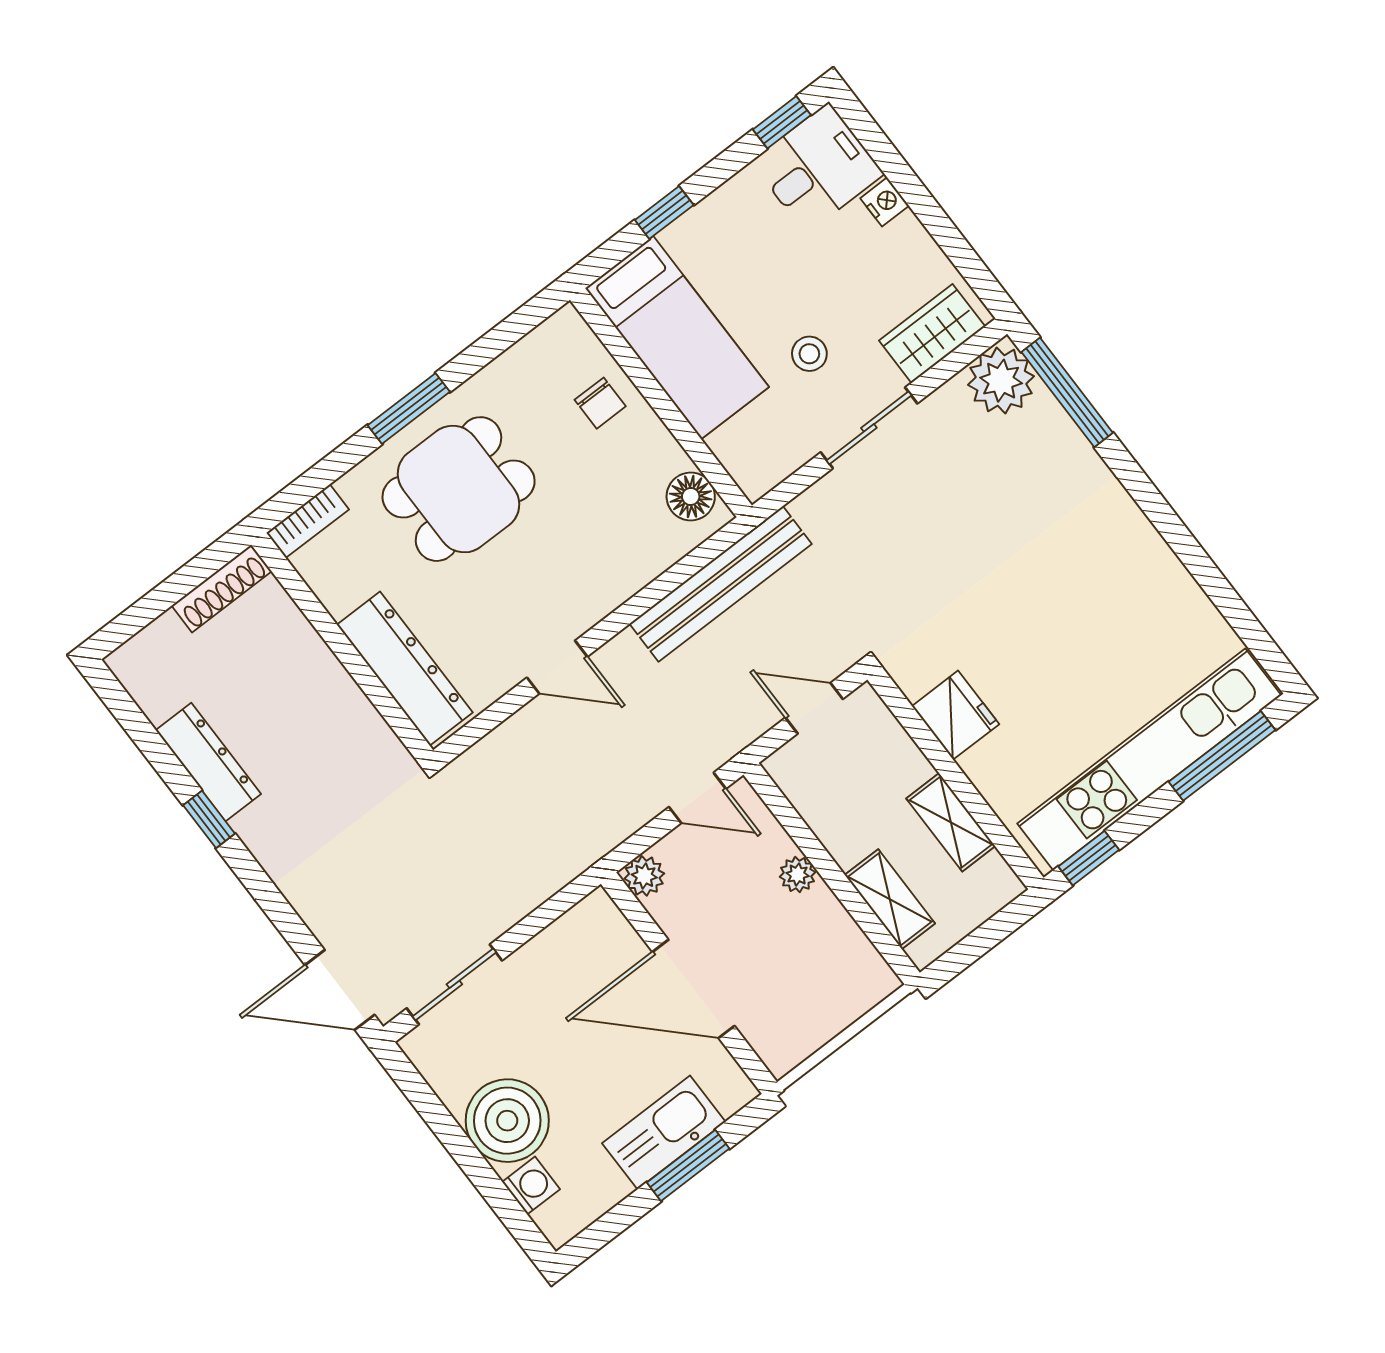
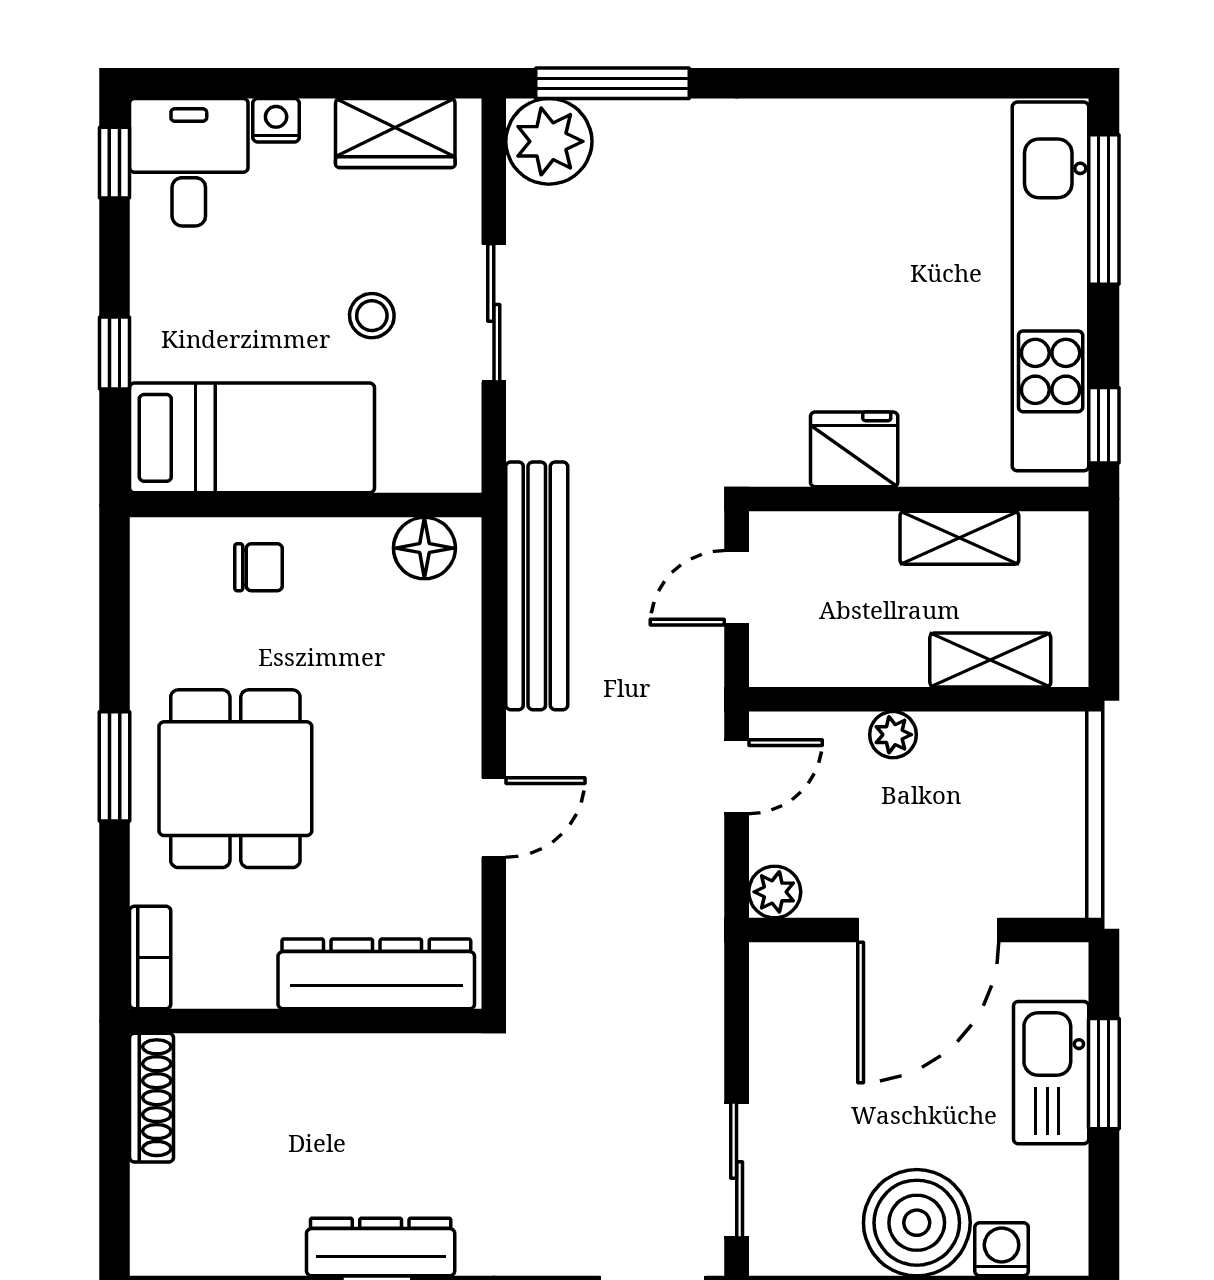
wardrobe: (932, 334) -> (395, 133), moved, turned -90
dresser: (208, 762) -> (381, 1247), moved

